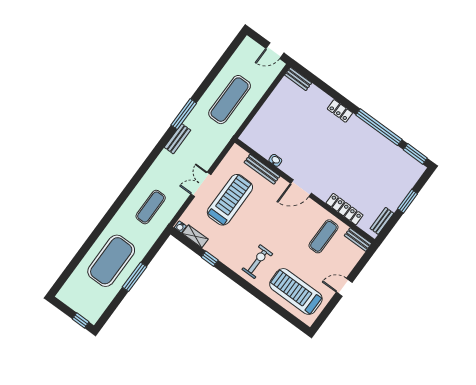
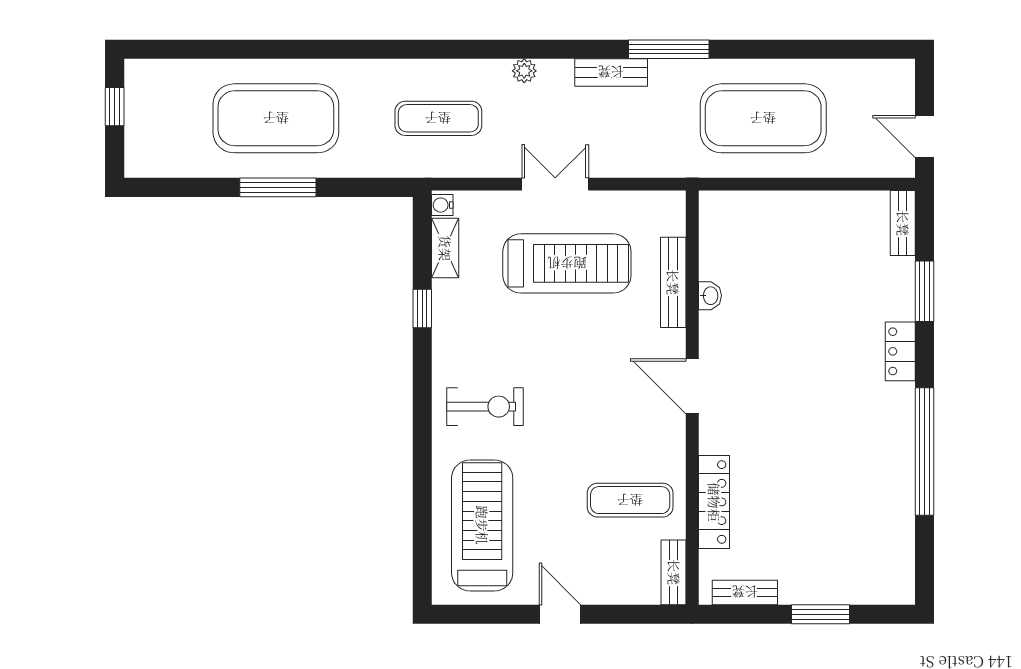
exercise mat: (230, 100) -> (763, 118), width x1.47
window: (415, 154) -> (925, 291), moved
plant: (156, 167) -> (524, 71), added
window: (81, 320) -> (115, 107), moved

